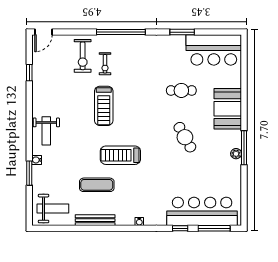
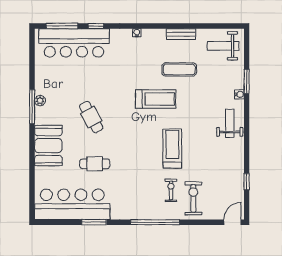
bar counter: (214, 50) -> (72, 204), width x1.36
bench: (95, 220) -> (181, 34), width x0.73

